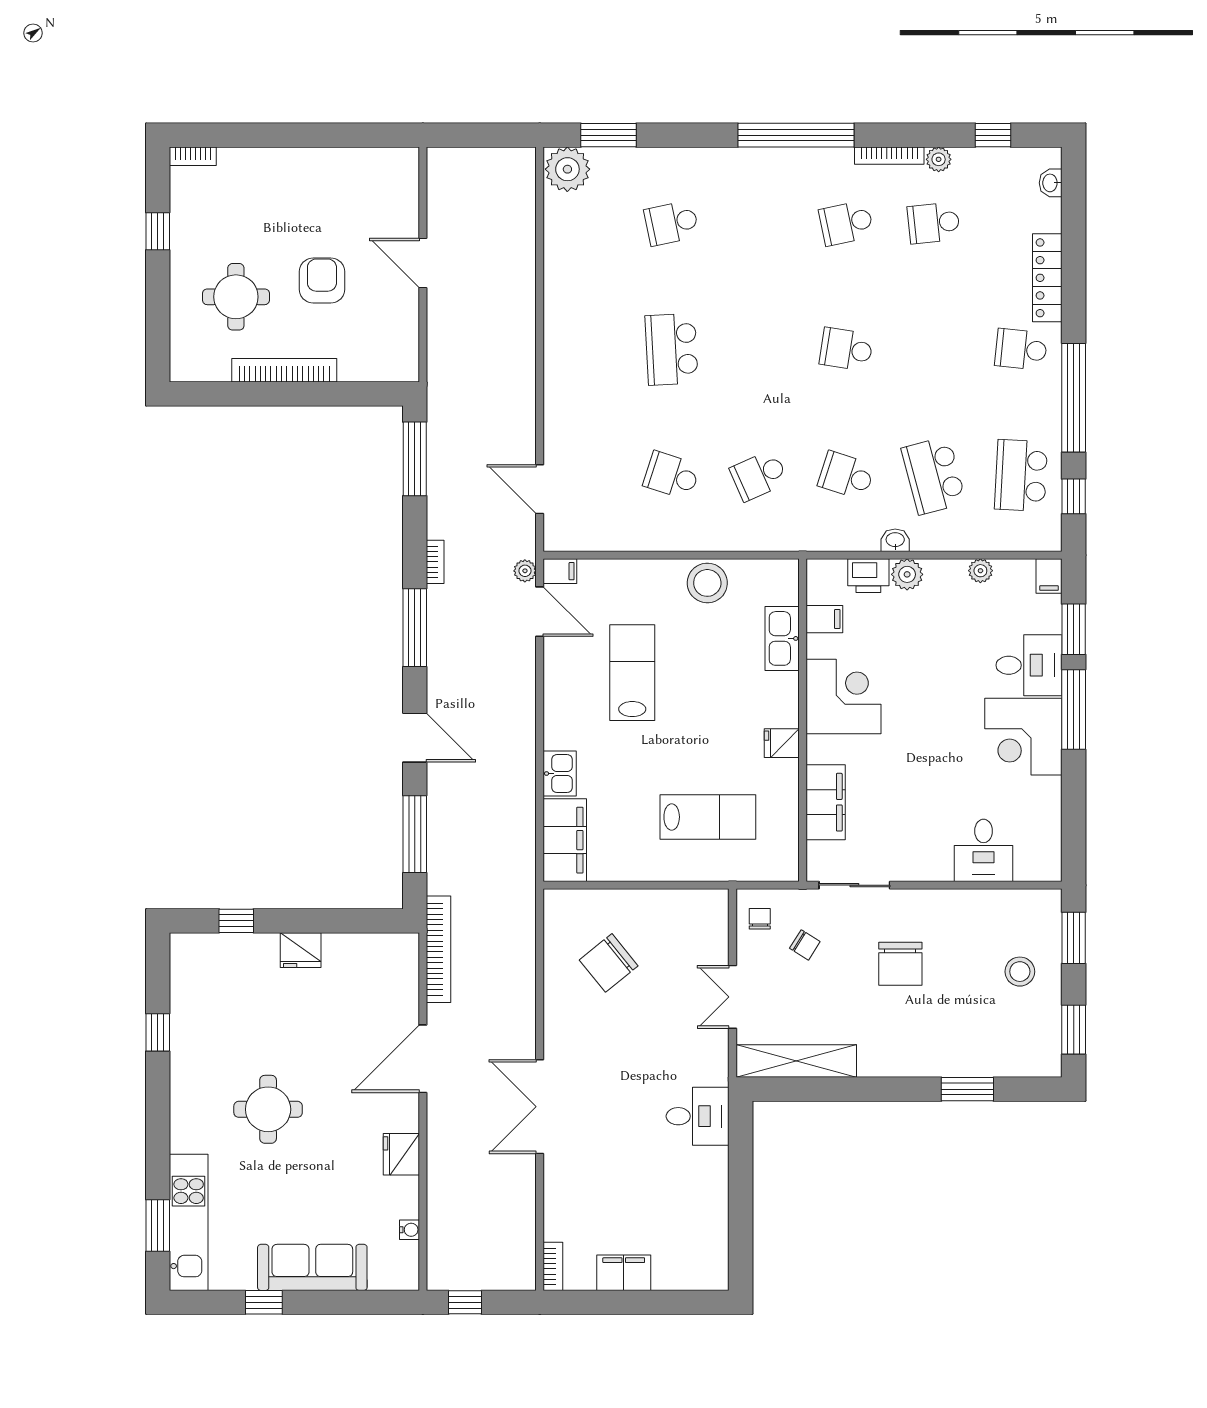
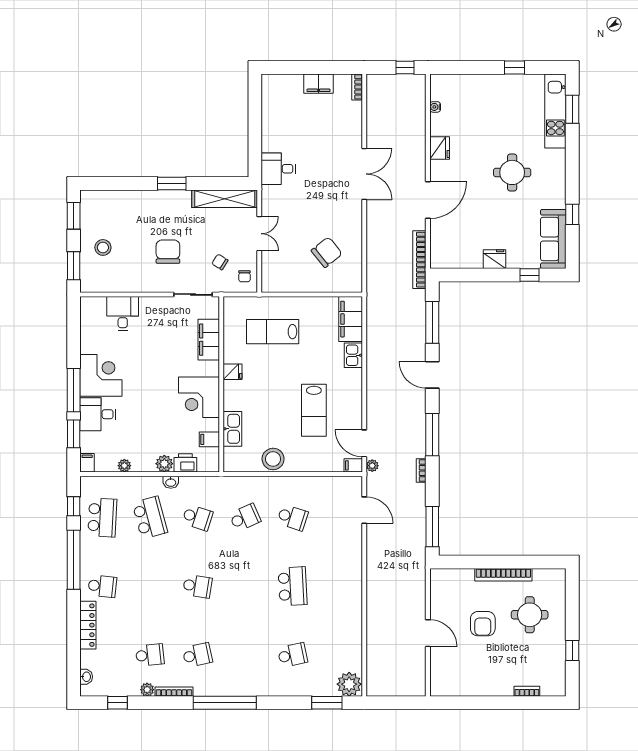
bookcase: (193, 156) -> (527, 691), moved
window: (967, 1089) -> (172, 183), moved
sofa: (312, 1267) -> (553, 239), moved, turned 90

